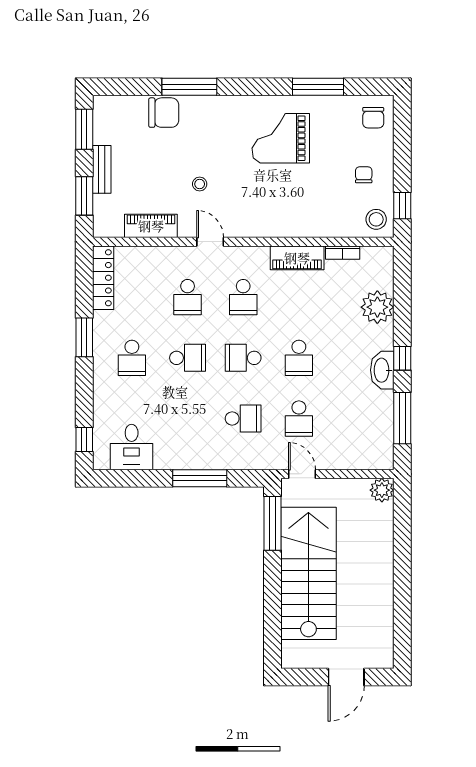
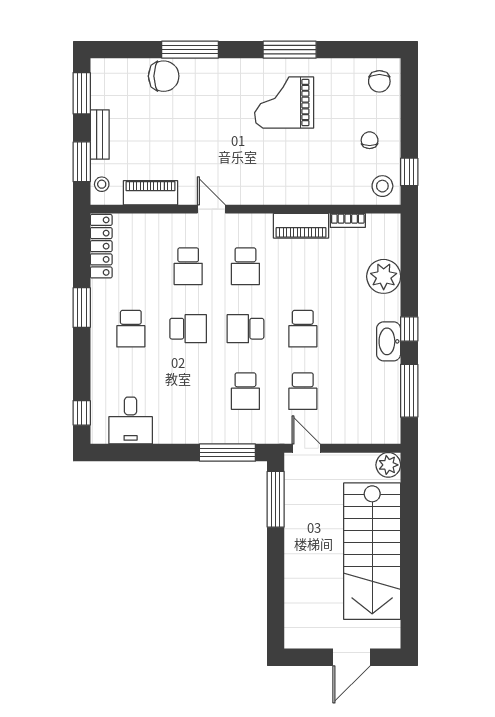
window: (318, 87) -> (290, 50), moved
stool: (200, 184) -> (102, 184), moved
school desk: (243, 419) -> (245, 391), turned 90
window: (200, 478) -> (227, 453), moved
stairs: (308, 573) -> (372, 551), moved, turned 180

